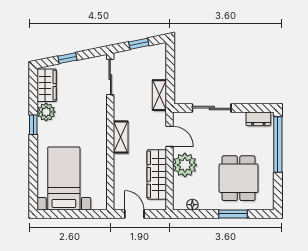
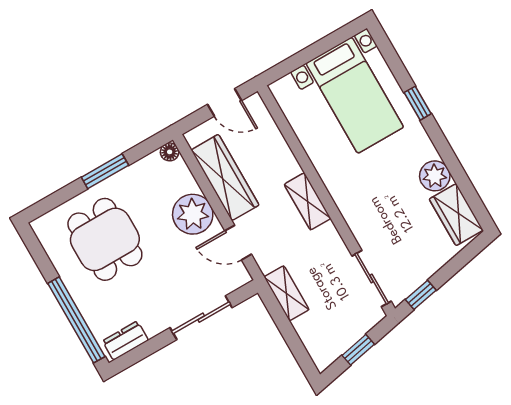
window: (67, 58) -> (421, 295), moved
window: (33, 125) -> (418, 103), moved
floor lamp: (192, 205) -> (170, 152), moved
window: (233, 214) -> (105, 171), moved

